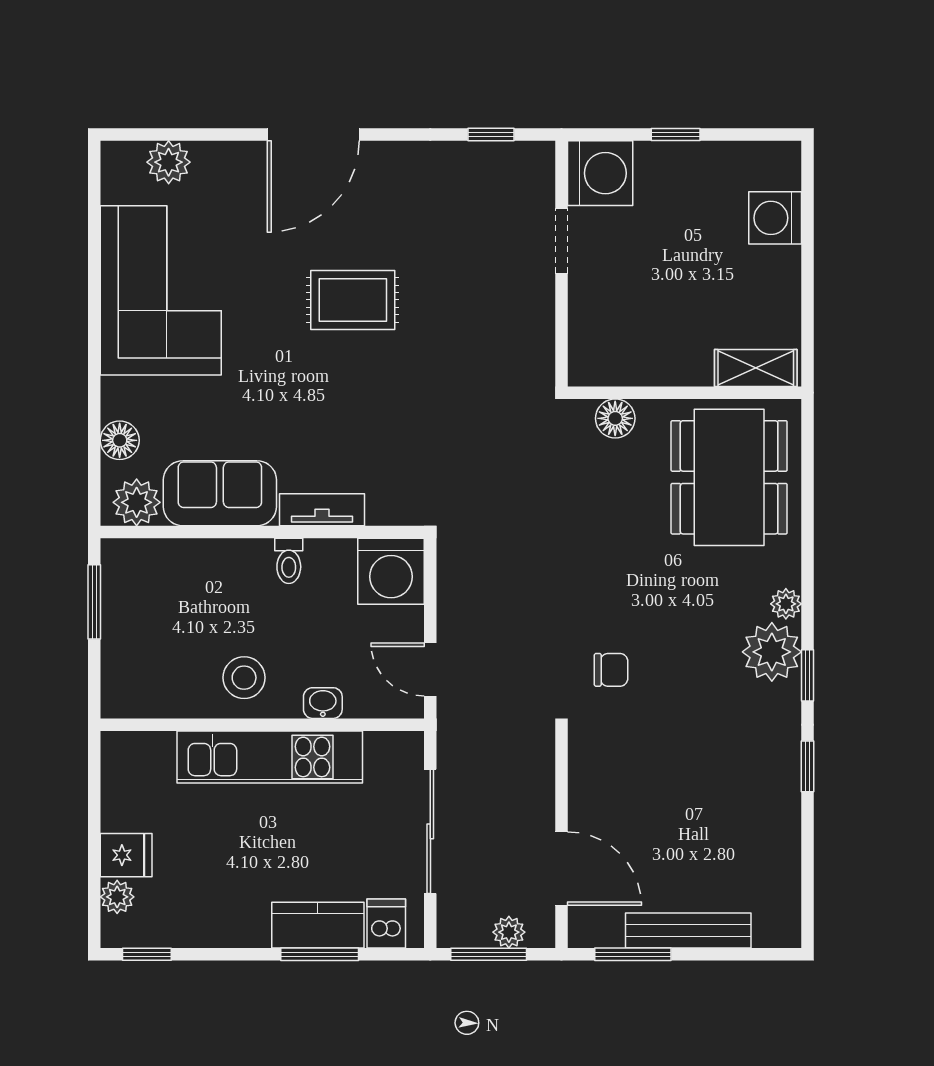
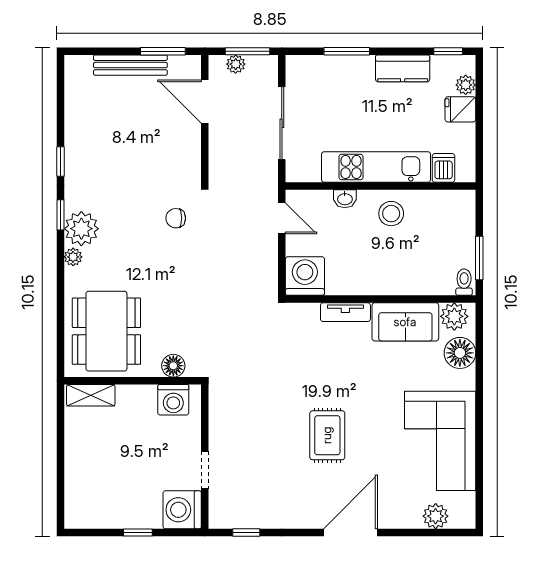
washing machine: (775, 218) -> (173, 400), moved, turned 90
rug: (353, 300) -> (327, 435), turned 90
floor lamp: (120, 440) -> (460, 353), width x1.38, depth x1.38
toilet: (289, 561) -> (464, 282), moved
dishwasher: (386, 924) -> (444, 168), moved, turned 180
kitchen counter: (318, 925) -> (403, 68), moved

